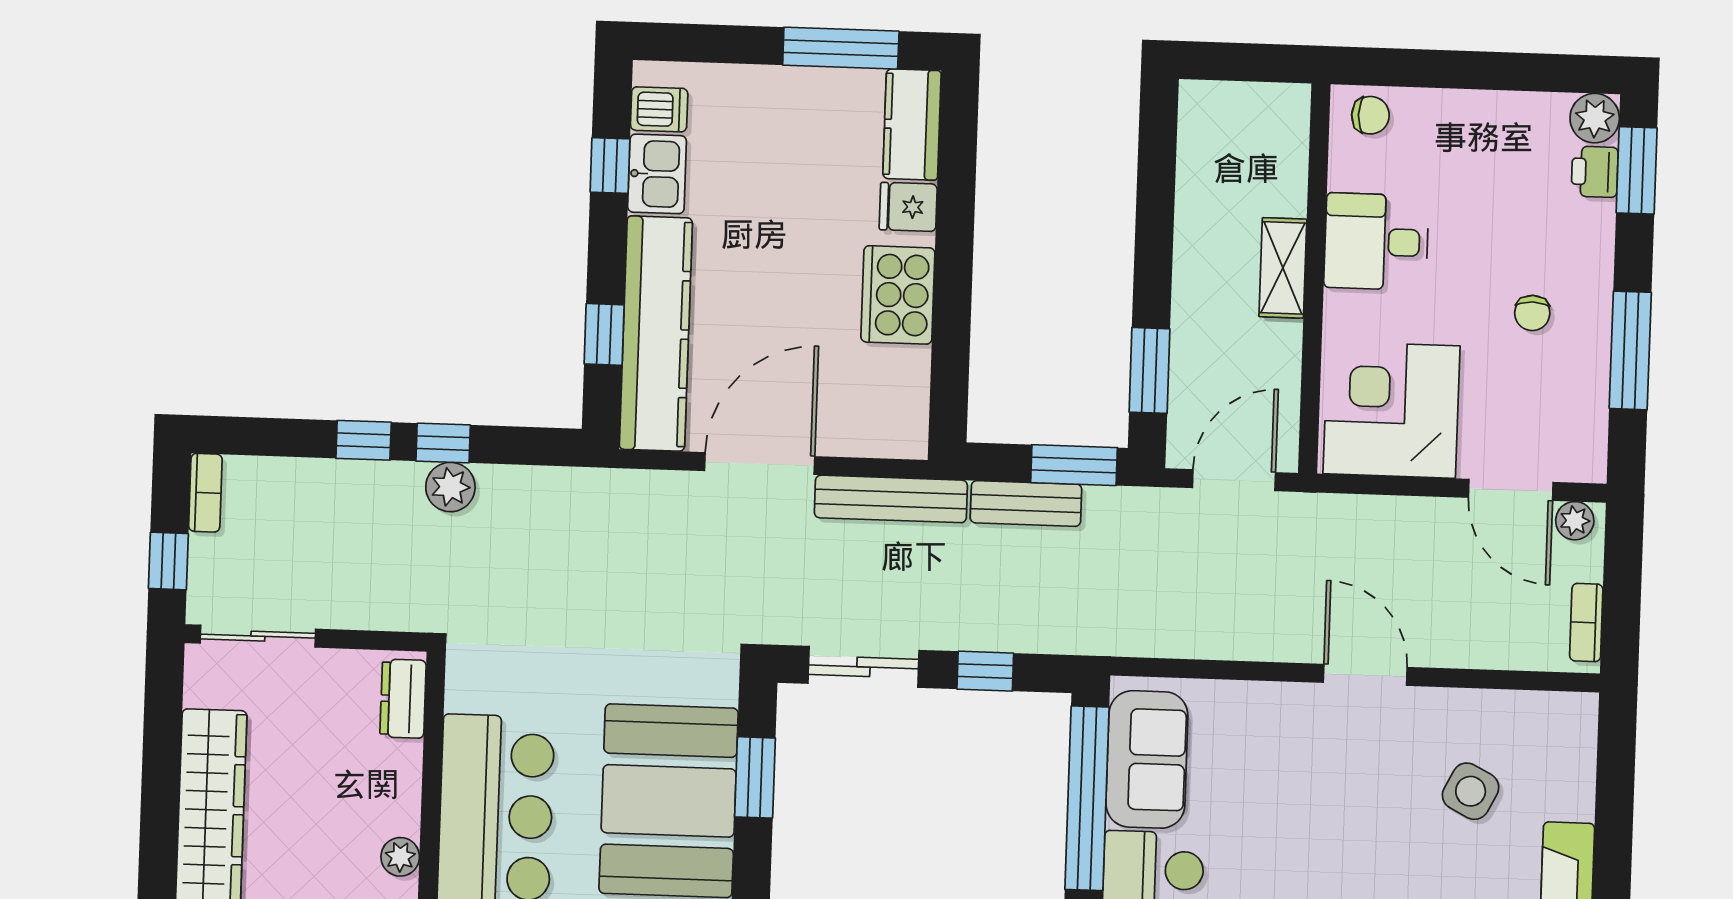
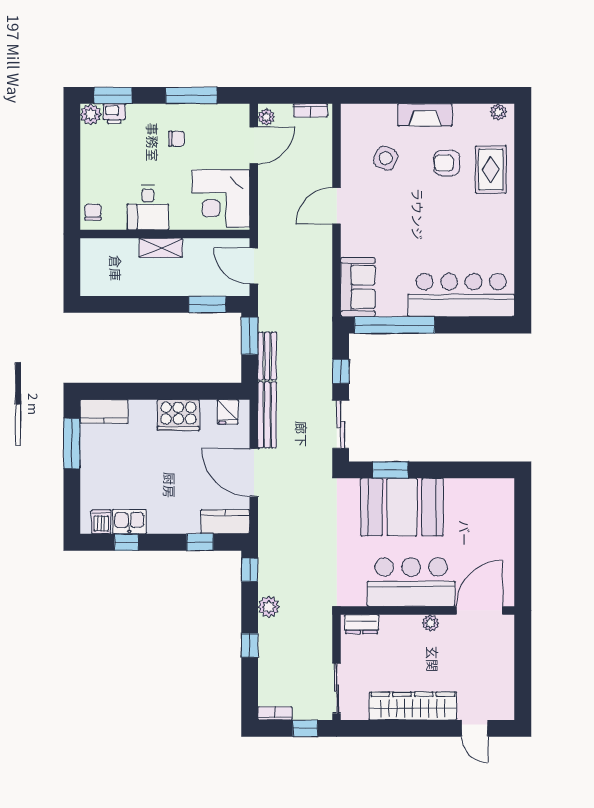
fridge: (908, 207) -> (228, 412), moved
kitchen counter: (656, 334) -> (225, 522), width x0.48, depth x0.86
window: (443, 443) -> (250, 570), moved
sofa: (1147, 759) -> (358, 287), moved, turned 90

